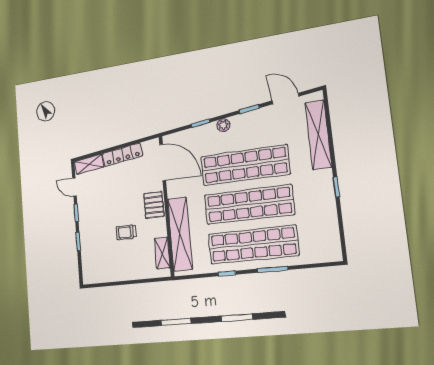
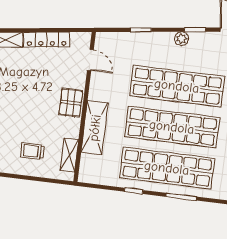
plant: (223, 125) -> (182, 39), moved
door: (163, 162) -> (90, 60), width x0.53
trolley: (126, 232) -> (32, 151), moved
shelving: (180, 234) -> (95, 128), width x0.68

